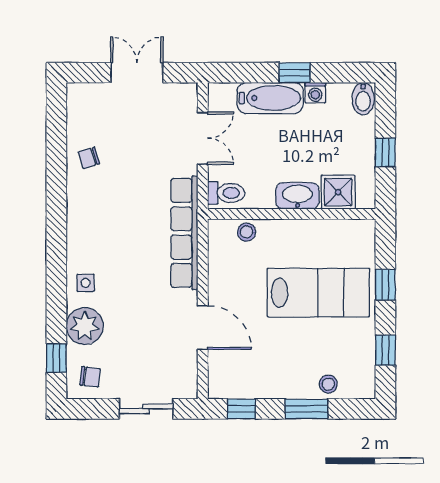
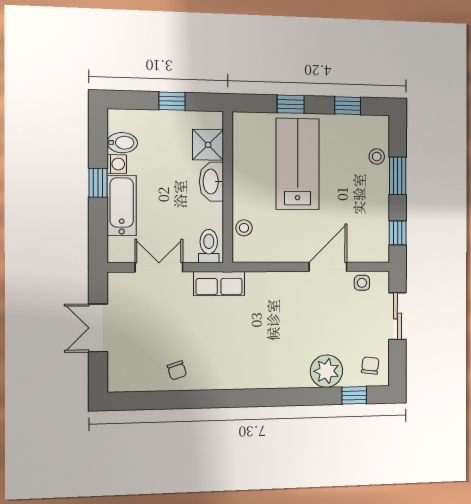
bidet: (363, 99) -> (122, 143), moved
row of seats: (184, 233) -> (219, 284), width x0.50
side table: (86, 283) -> (362, 283), moved

